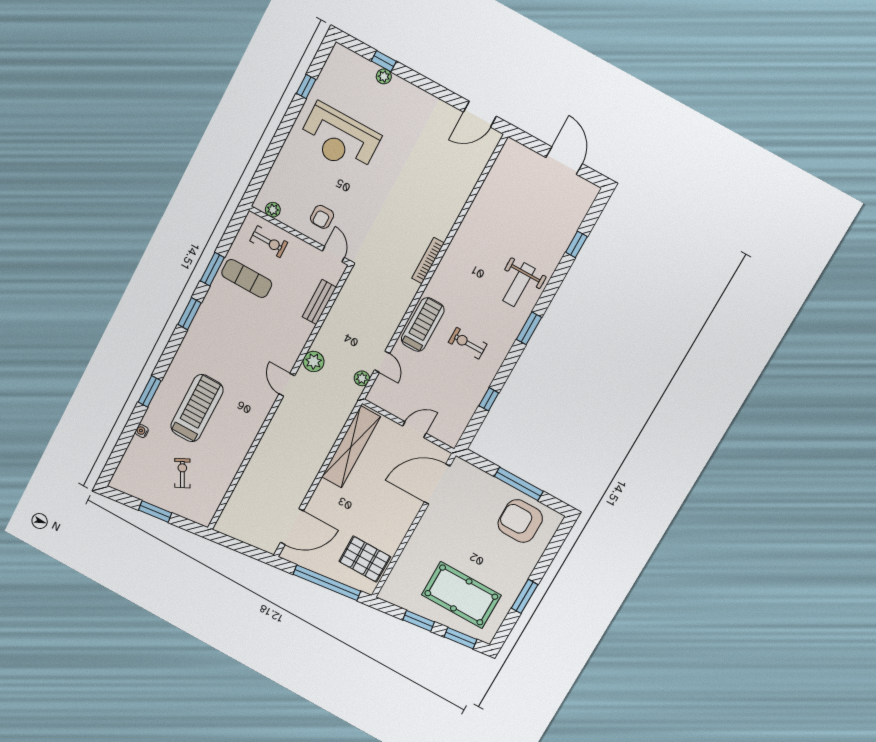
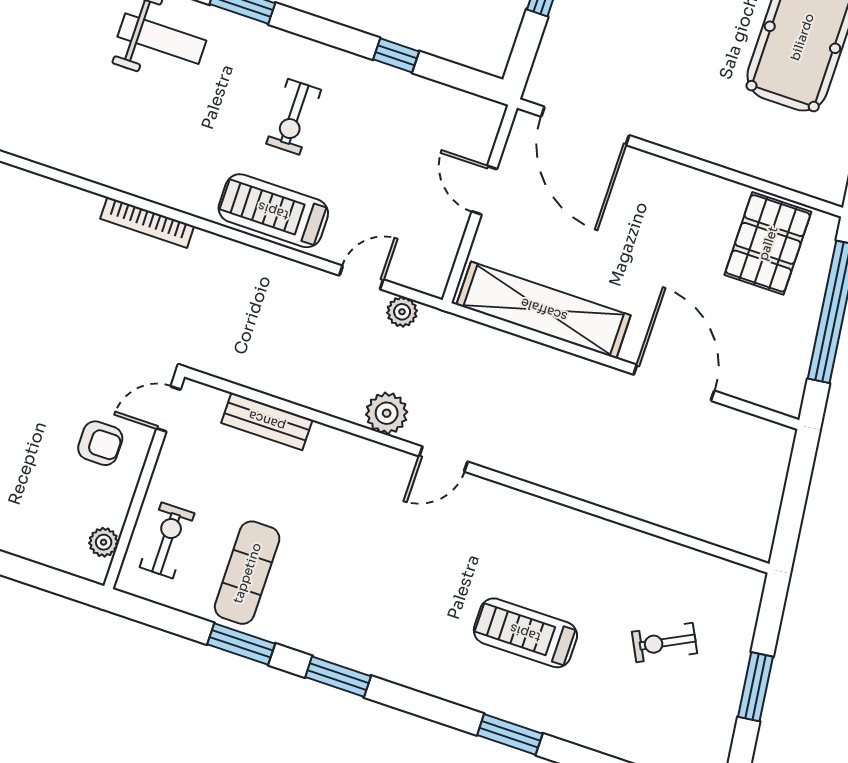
treadmill: (197, 408) -> (525, 633), width x0.73, depth x0.73
water cooler: (142, 431) -> (594, 739), removed
door: (292, 527) -> (674, 383), moved

